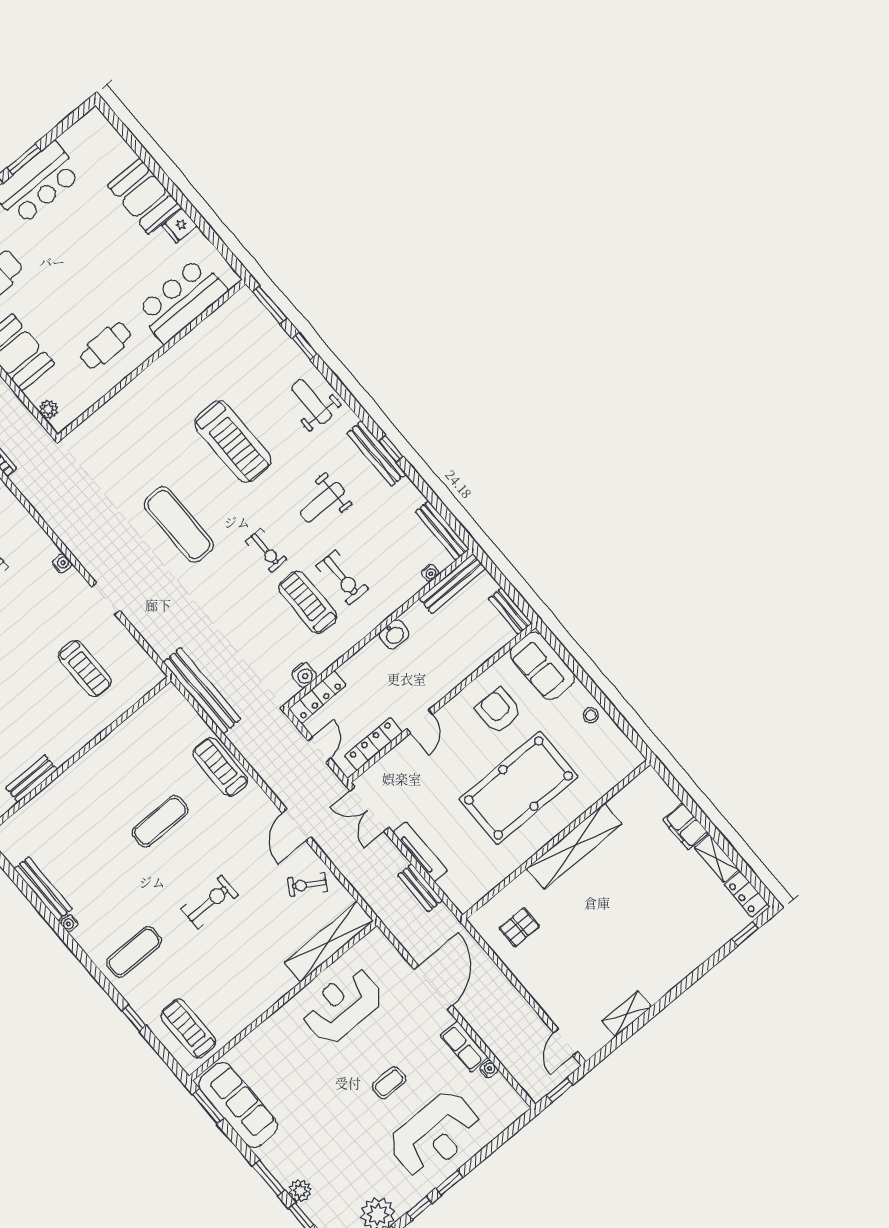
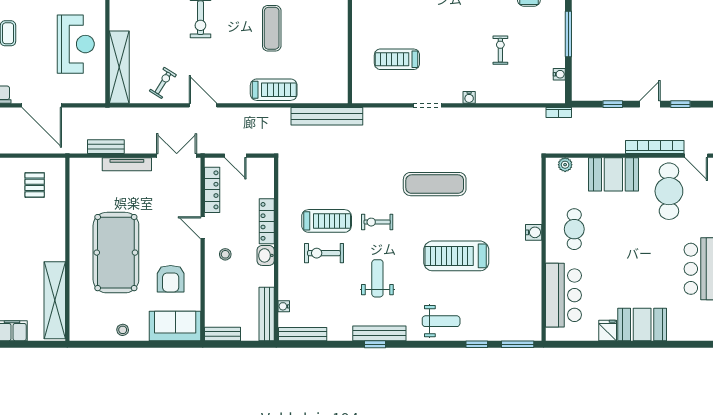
water cooler: (304, 675) -> (534, 232), moved, turned 180
stool: (427, 676) -> (225, 254), added
locker: (317, 697) -> (267, 221), moved
armchair: (498, 710) -> (171, 279), turned 90
shelving: (574, 846) -> (55, 300), moved

